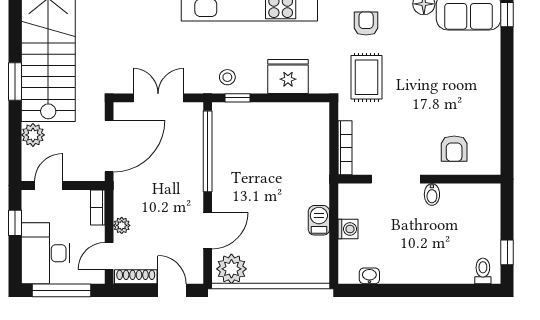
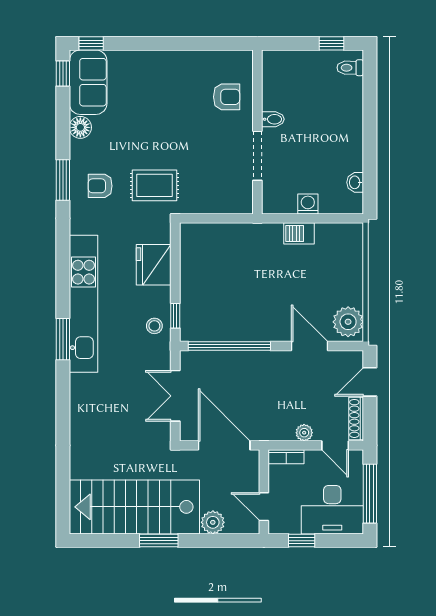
bookcase: (345, 148) -> (226, 207), removed

